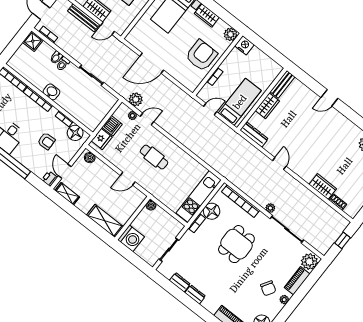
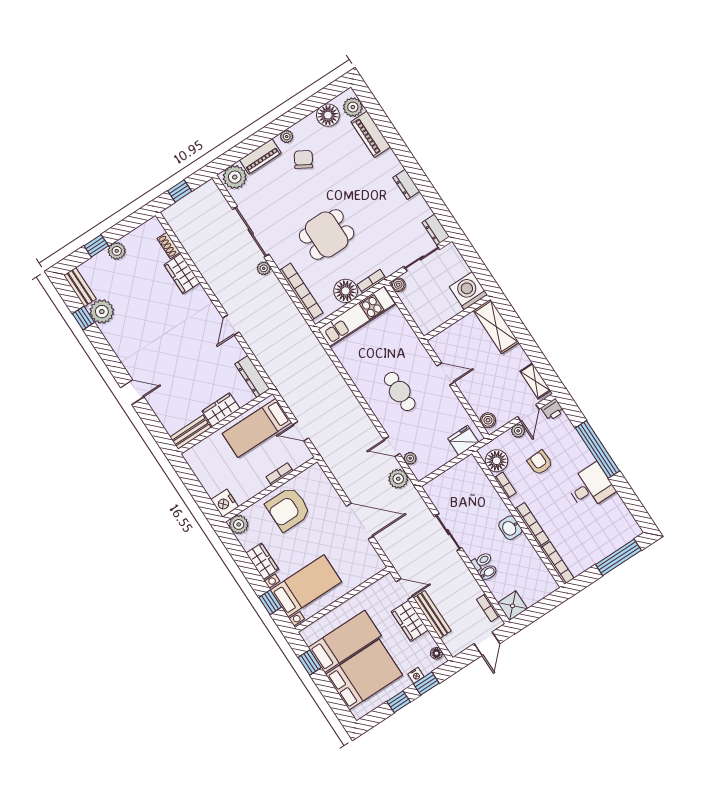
dishwasher: (112, 126) -> (443, 454), removed
plant: (68, 157) -> (518, 431), added
boiler: (151, 205) -> (398, 285), moved
dresser: (180, 282) -> (436, 229), moved

